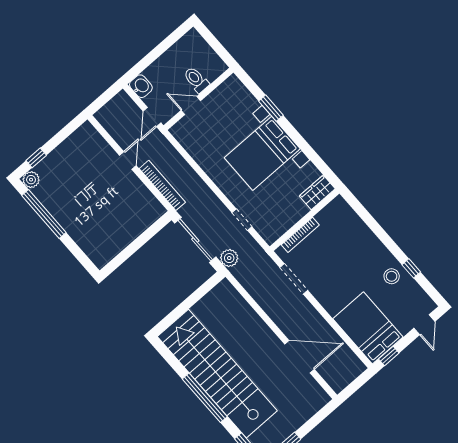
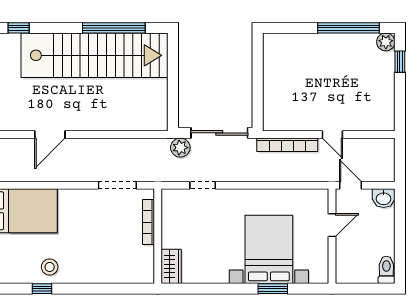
toilet: (196, 80) -> (386, 270), moved, turned -90
bed with nightstands: (262, 153) -> (269, 249), moved
door: (299, 357) -> (50, 135), width x0.73
window: (205, 398) -> (114, 28), moved

